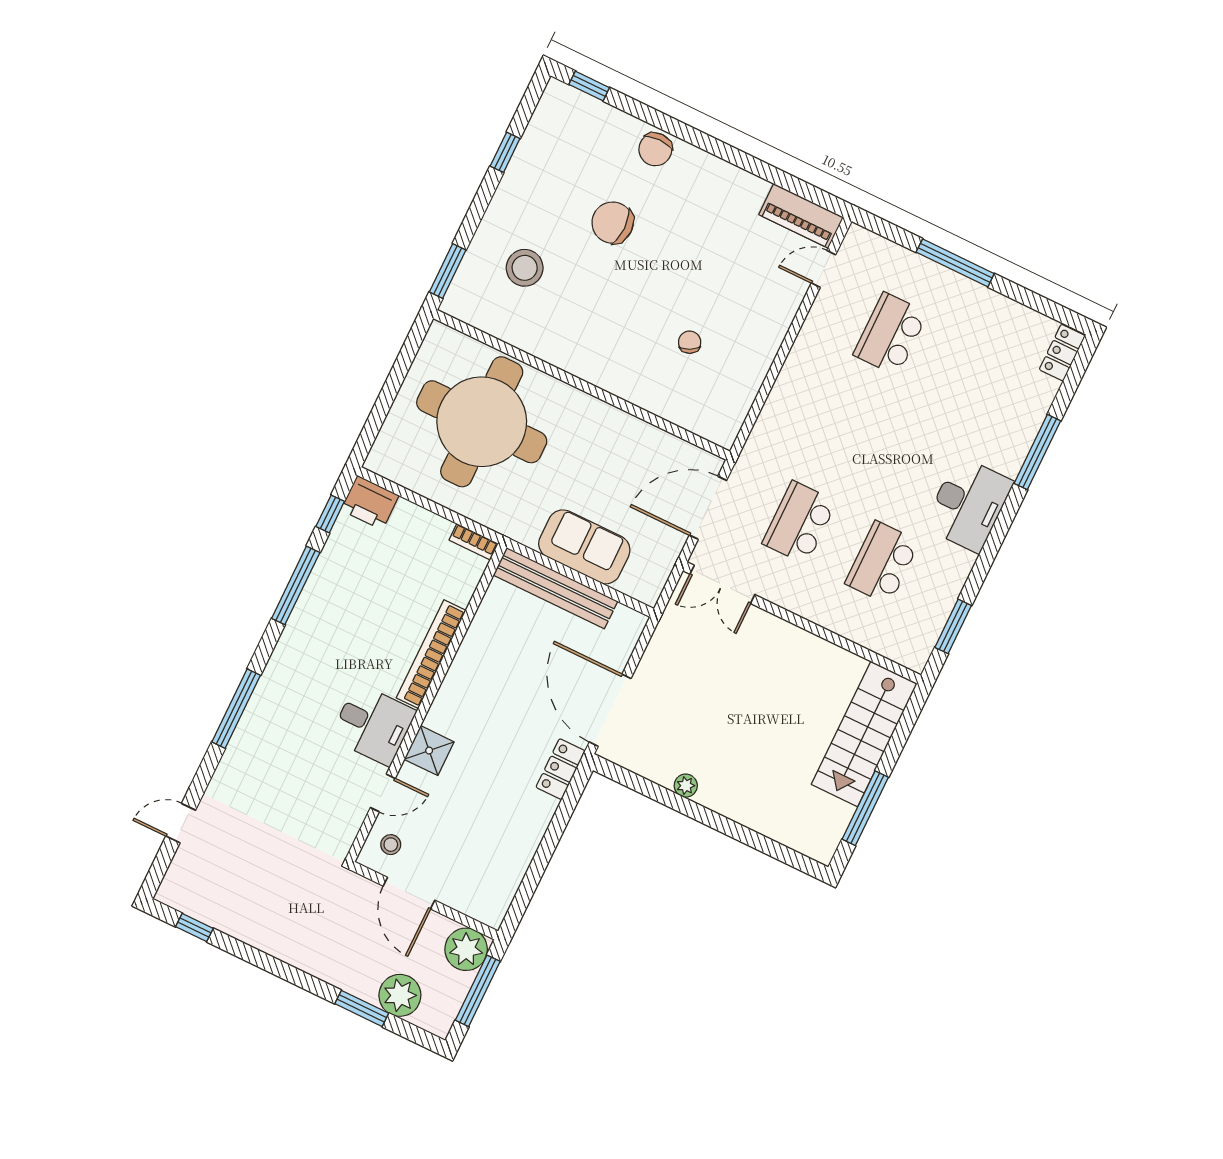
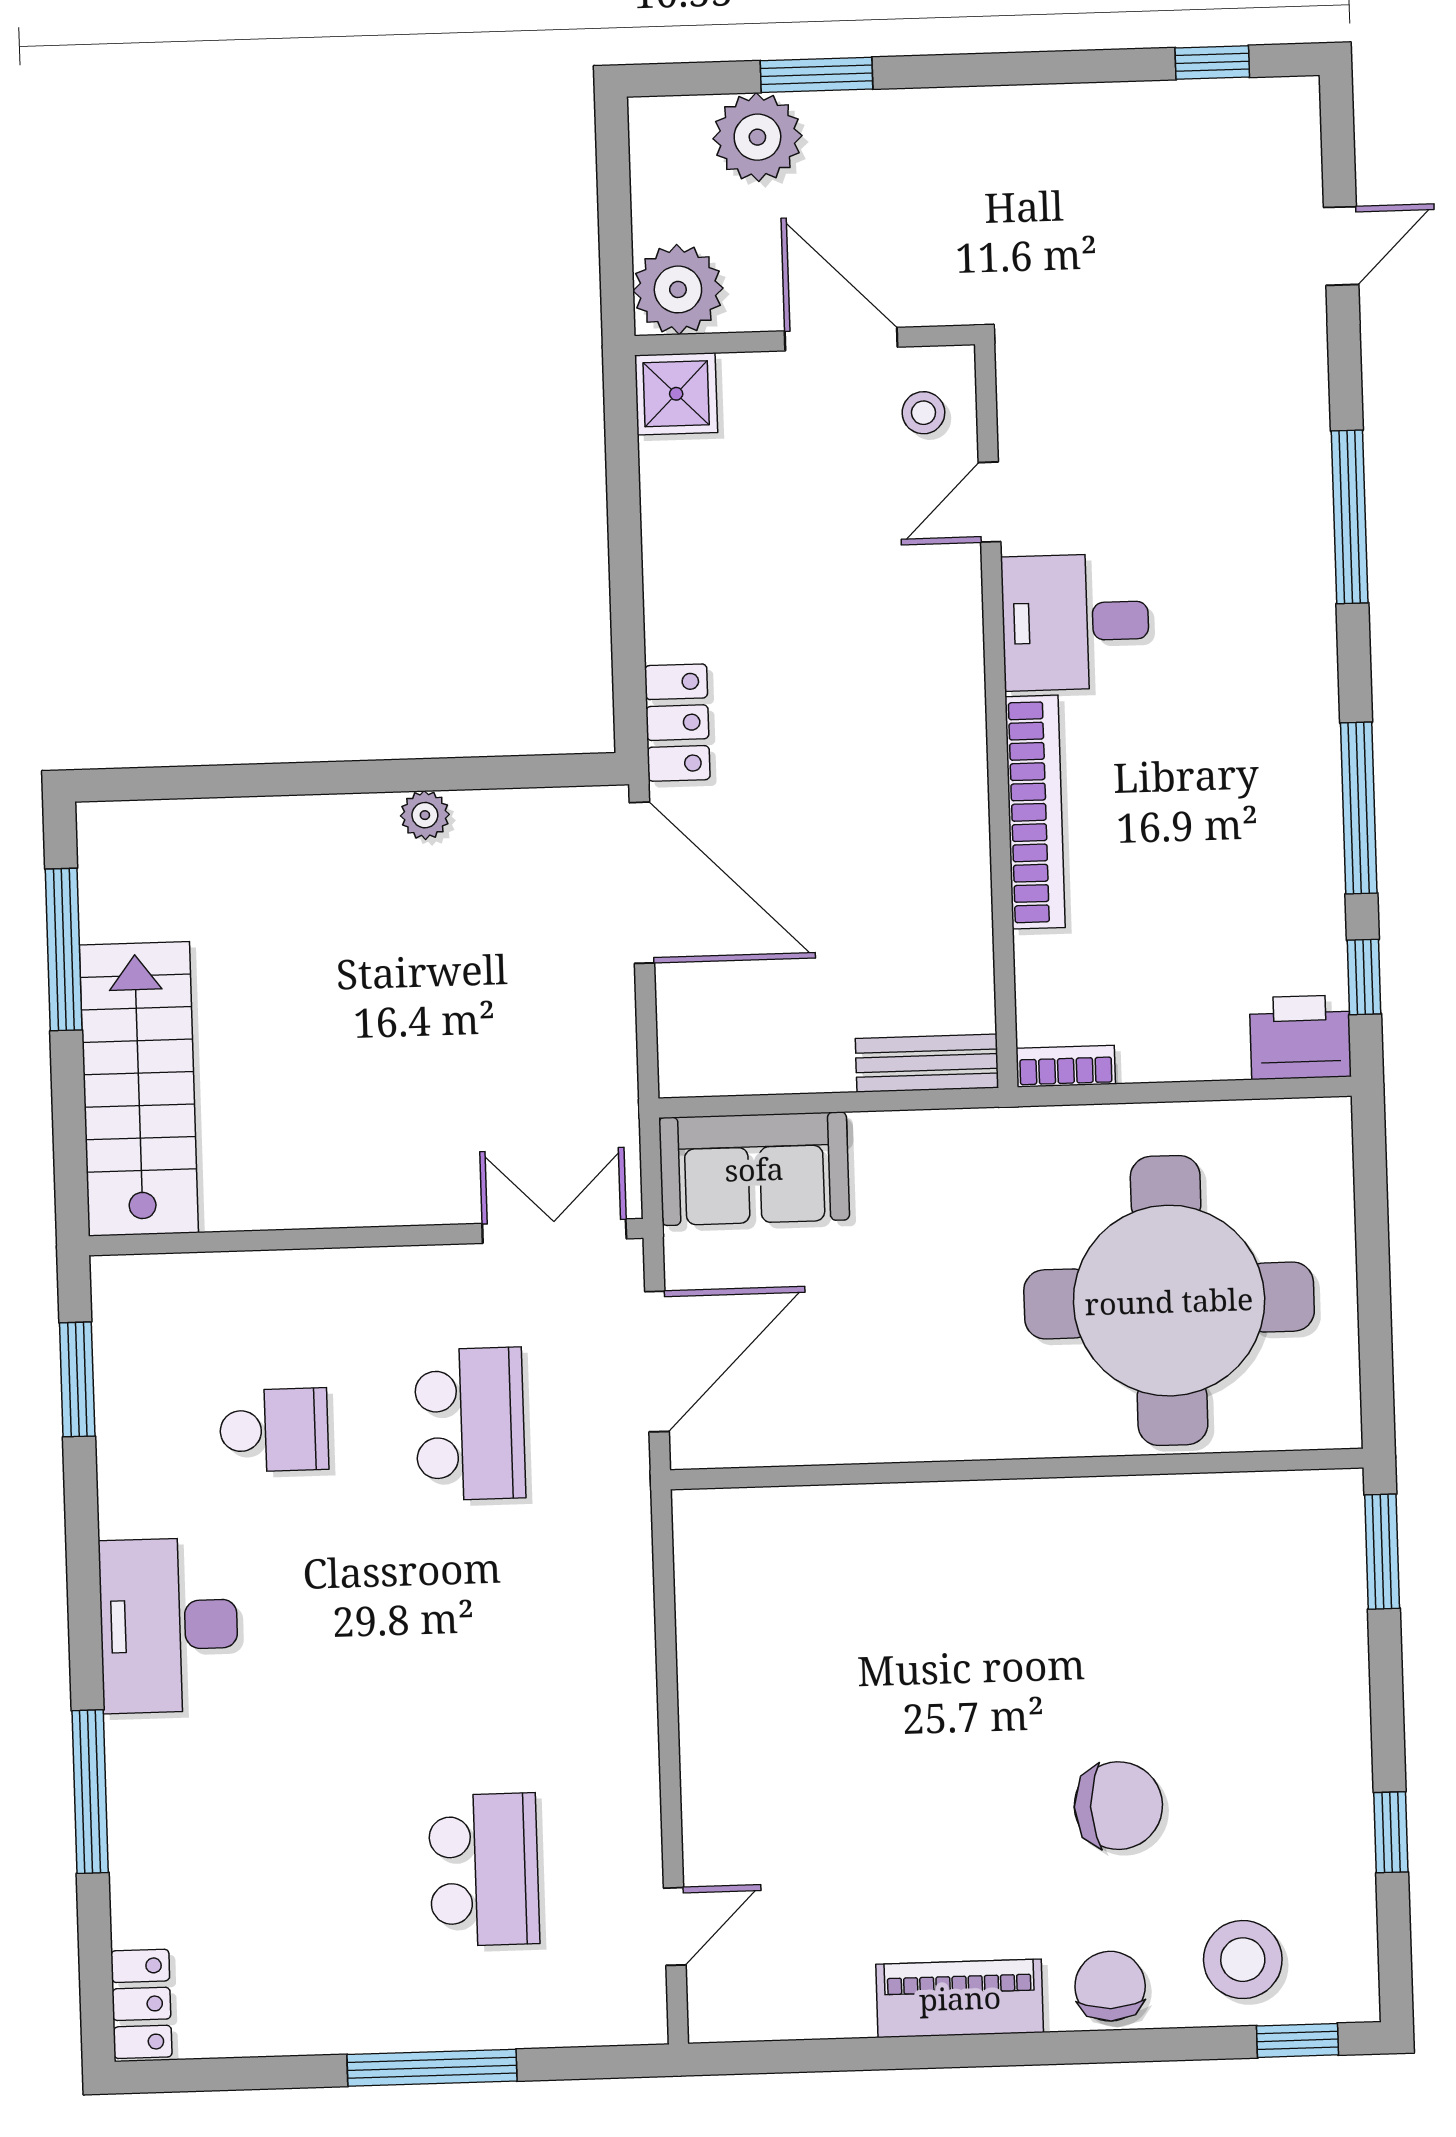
piano: (801, 216) -> (960, 1998), moved
stool: (525, 268) -> (1243, 1960), moved
chair: (690, 342) -> (855, 1656), removed
sofa: (584, 547) -> (754, 1169), moved
school desk: (882, 563) -> (274, 1430), width x0.54
bench: (555, 588) -> (927, 1063), width x0.54, depth x0.82
shower: (429, 751) -> (676, 394), moved
window: (478, 991) -> (615, 223), removed

